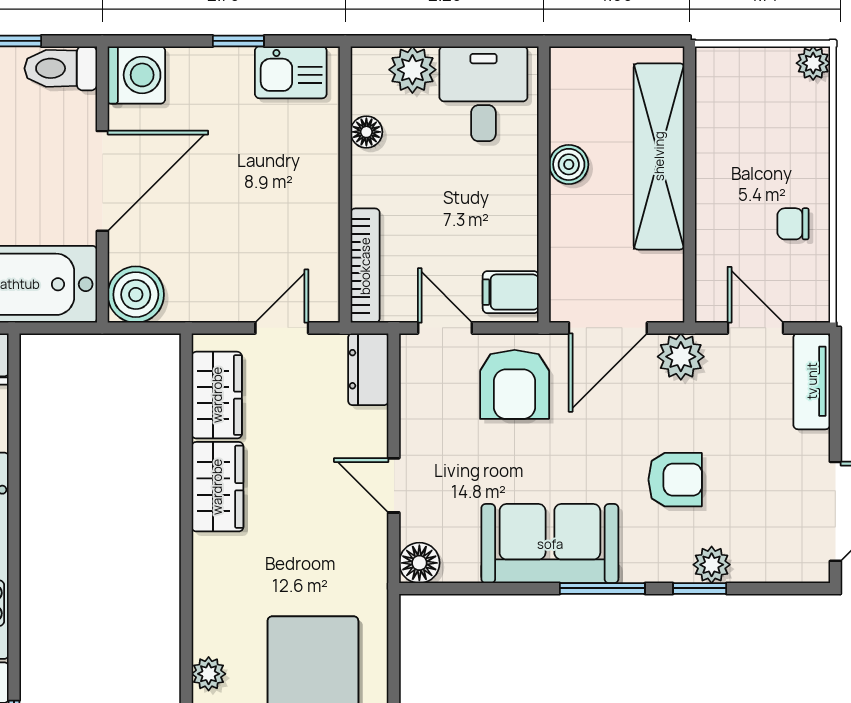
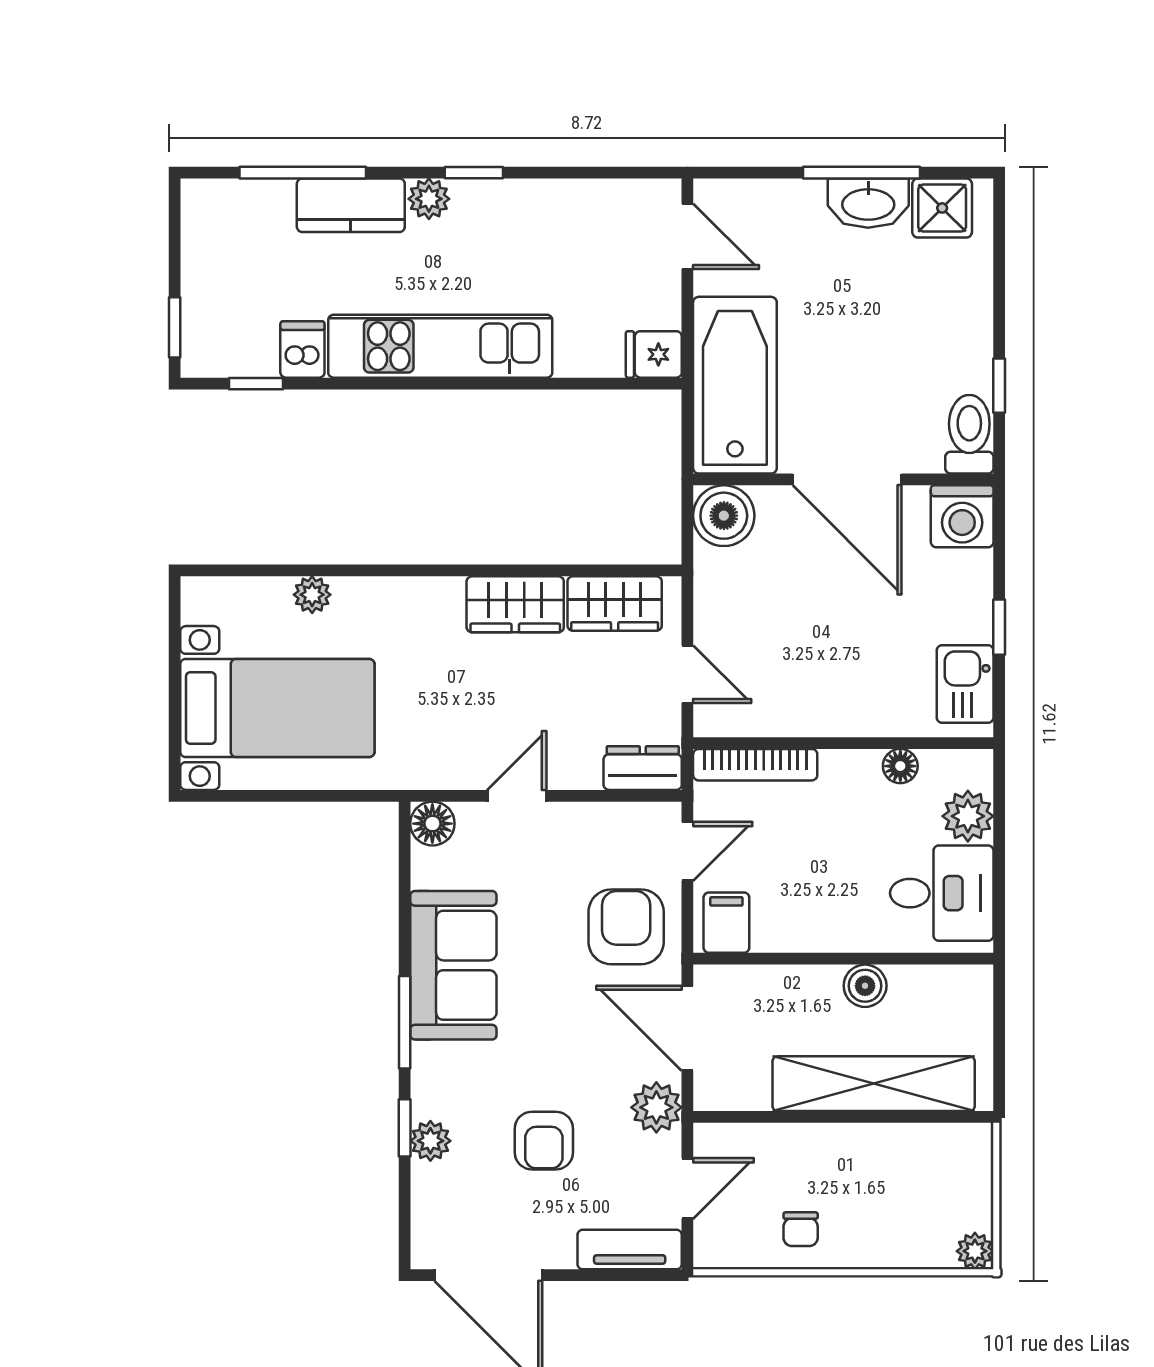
chair: (793, 224) -> (801, 1229), turned 180
armchair: (515, 384) -> (626, 927), turned 90
armchair: (675, 480) -> (544, 1141), moved

